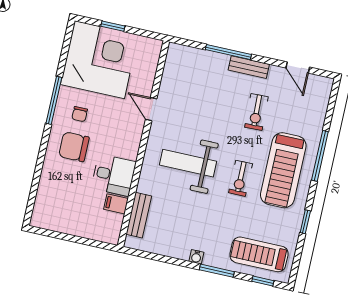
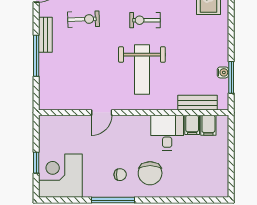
corner desk: (99, 60) -> (60, 176), width x0.74, depth x0.74
exercise bike: (241, 178) -> (145, 20), turned 180
filing cabinet: (112, 221) -> (208, 125), added
water cooler: (196, 257) -> (223, 72), moved
window: (217, 271) -> (231, 77), moved

